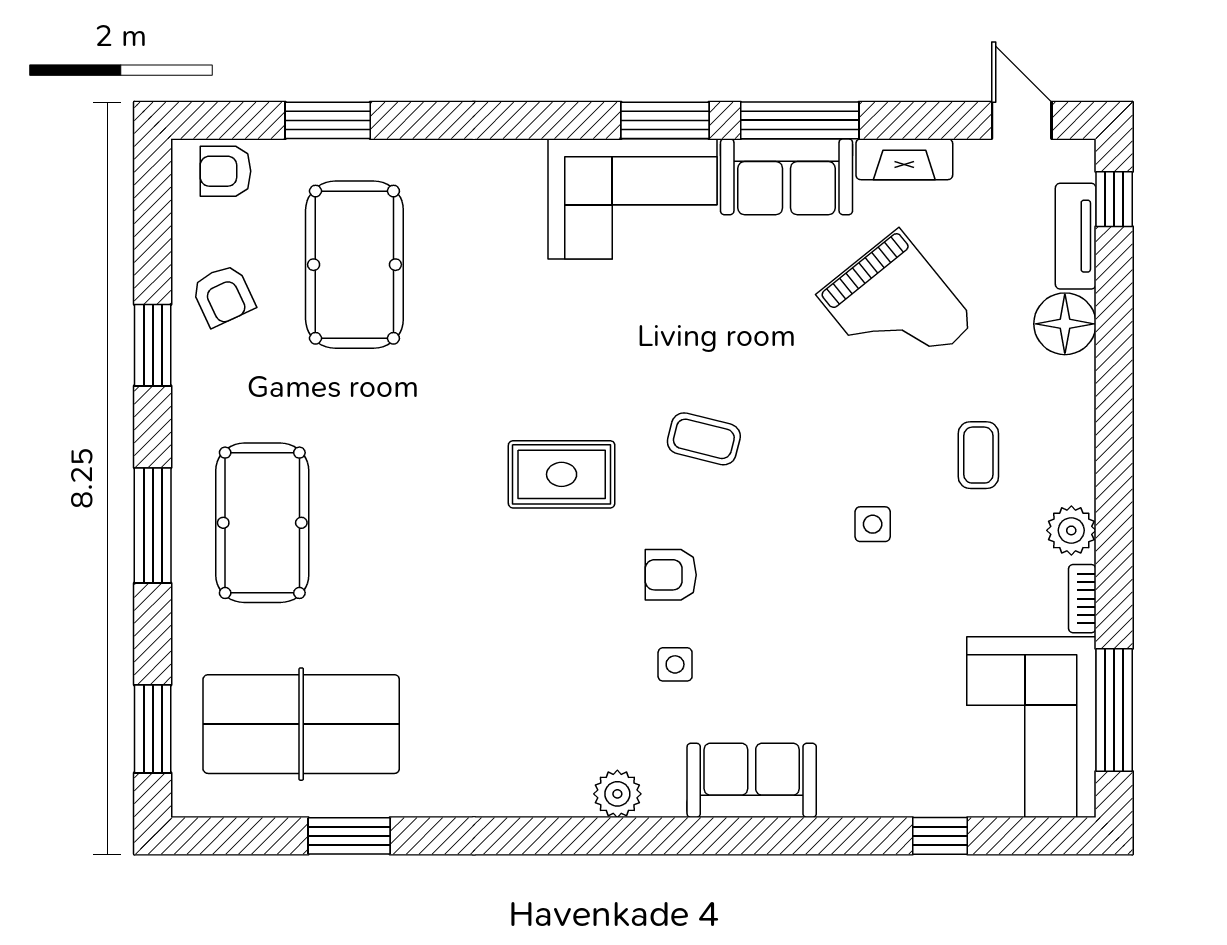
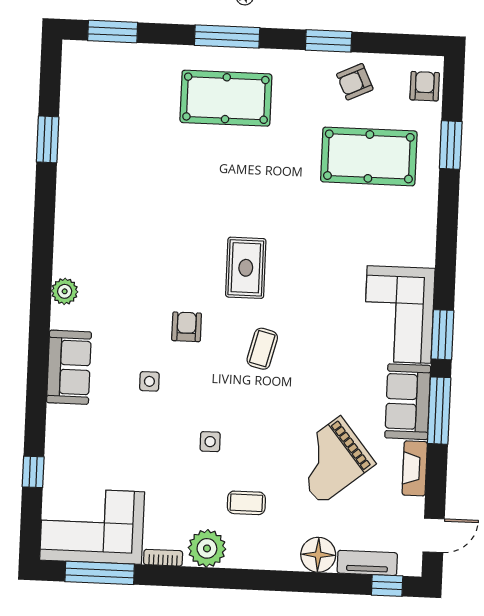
plant: (1071, 530) -> (207, 548), width x1.36, depth x1.36
side table: (675, 664) -> (149, 381), moved
table tennis table: (301, 724) -> (112, 115), removed

